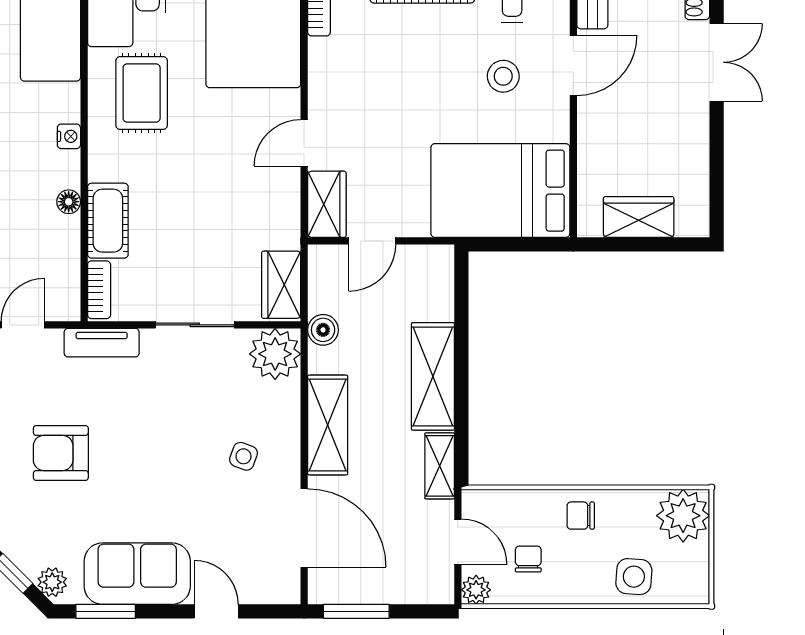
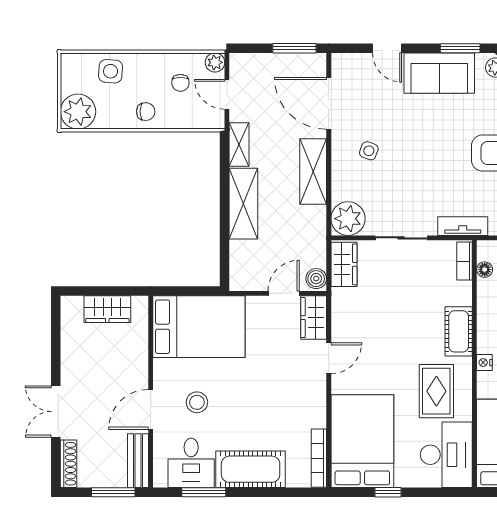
floor lamp: (69, 202) -> (485, 270), moved
cot: (108, 221) -> (459, 331), moved
boiler: (323, 330) -> (316, 279), moved

